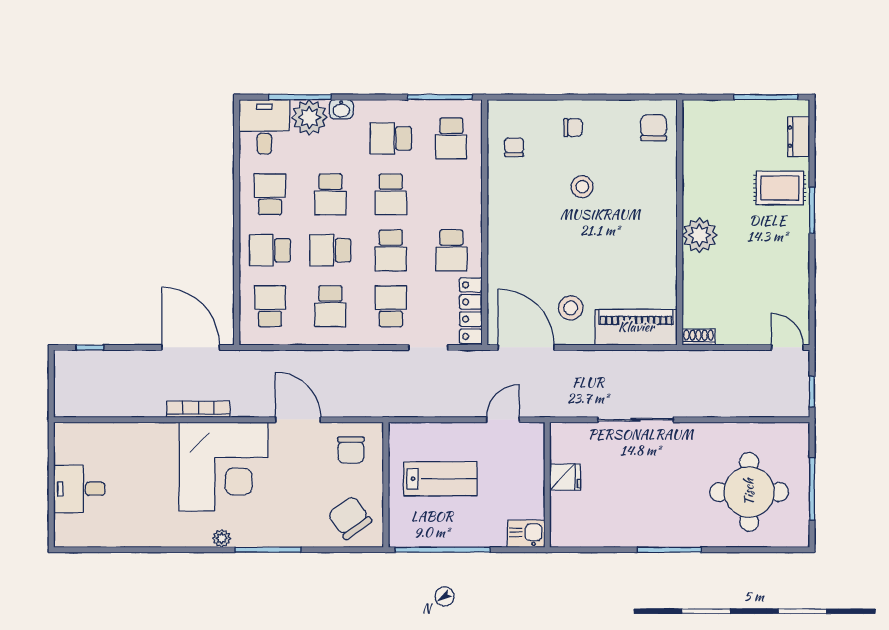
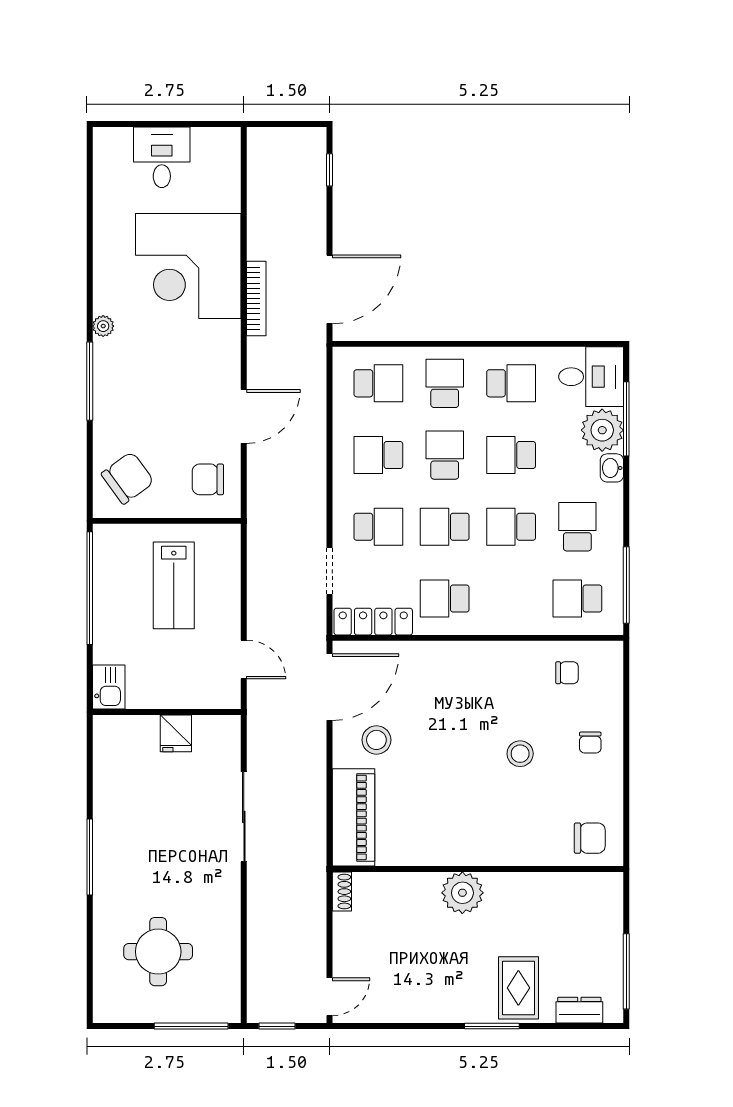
corner desk: (224, 466) -> (188, 266), moved
window: (812, 489) -> (191, 1026), moved
round table: (749, 492) -> (158, 952), width x0.73, depth x0.73

